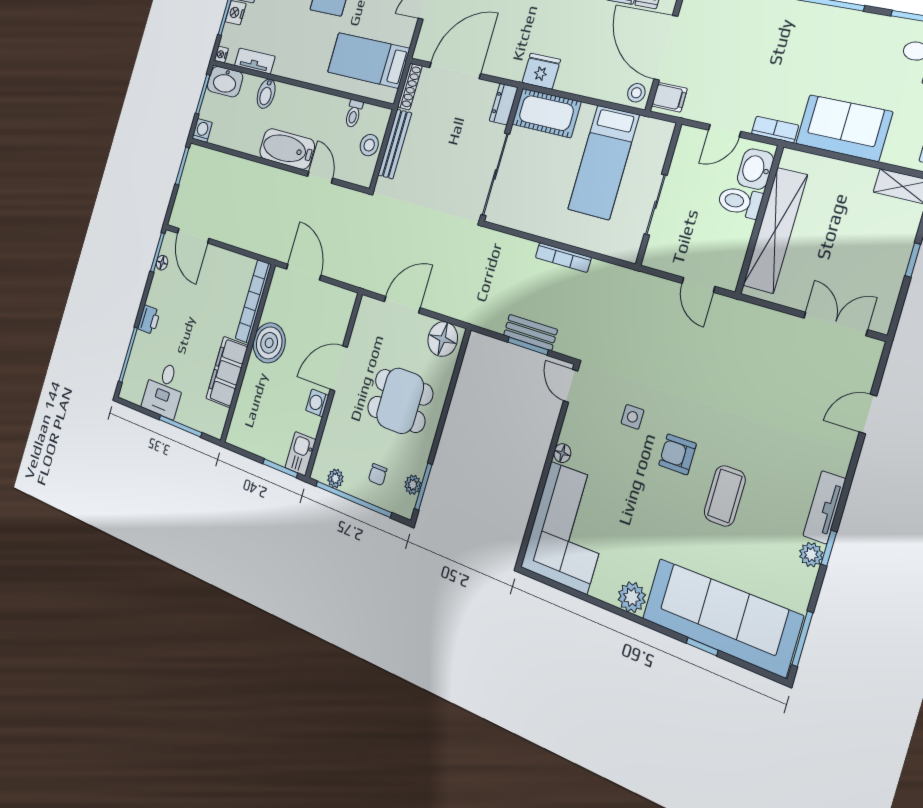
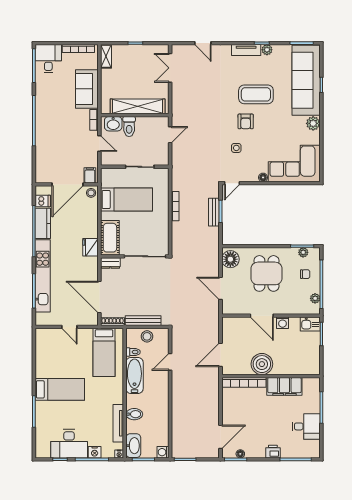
tv unit: (255, 61) -> (118, 423), width x1.41
bathtub: (287, 149) -> (134, 375), moved, turned 180
coffee table: (725, 496) -> (256, 94), width x1.36, depth x1.32

